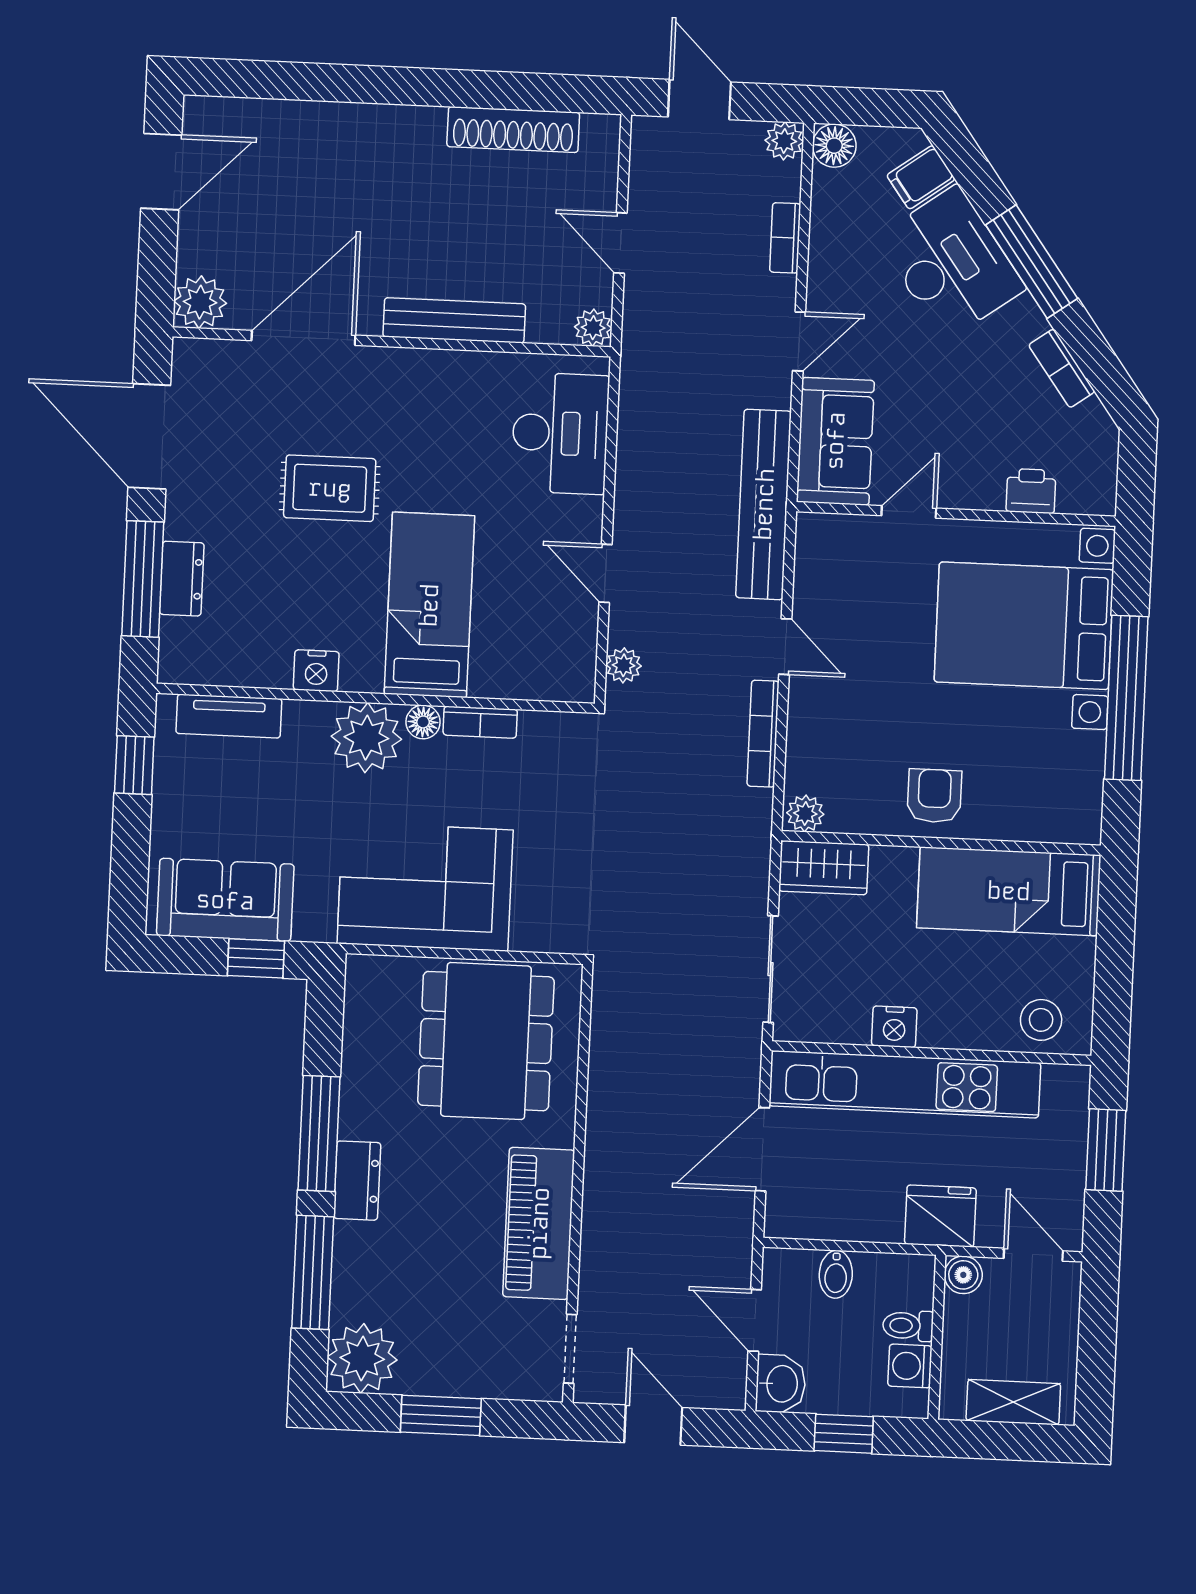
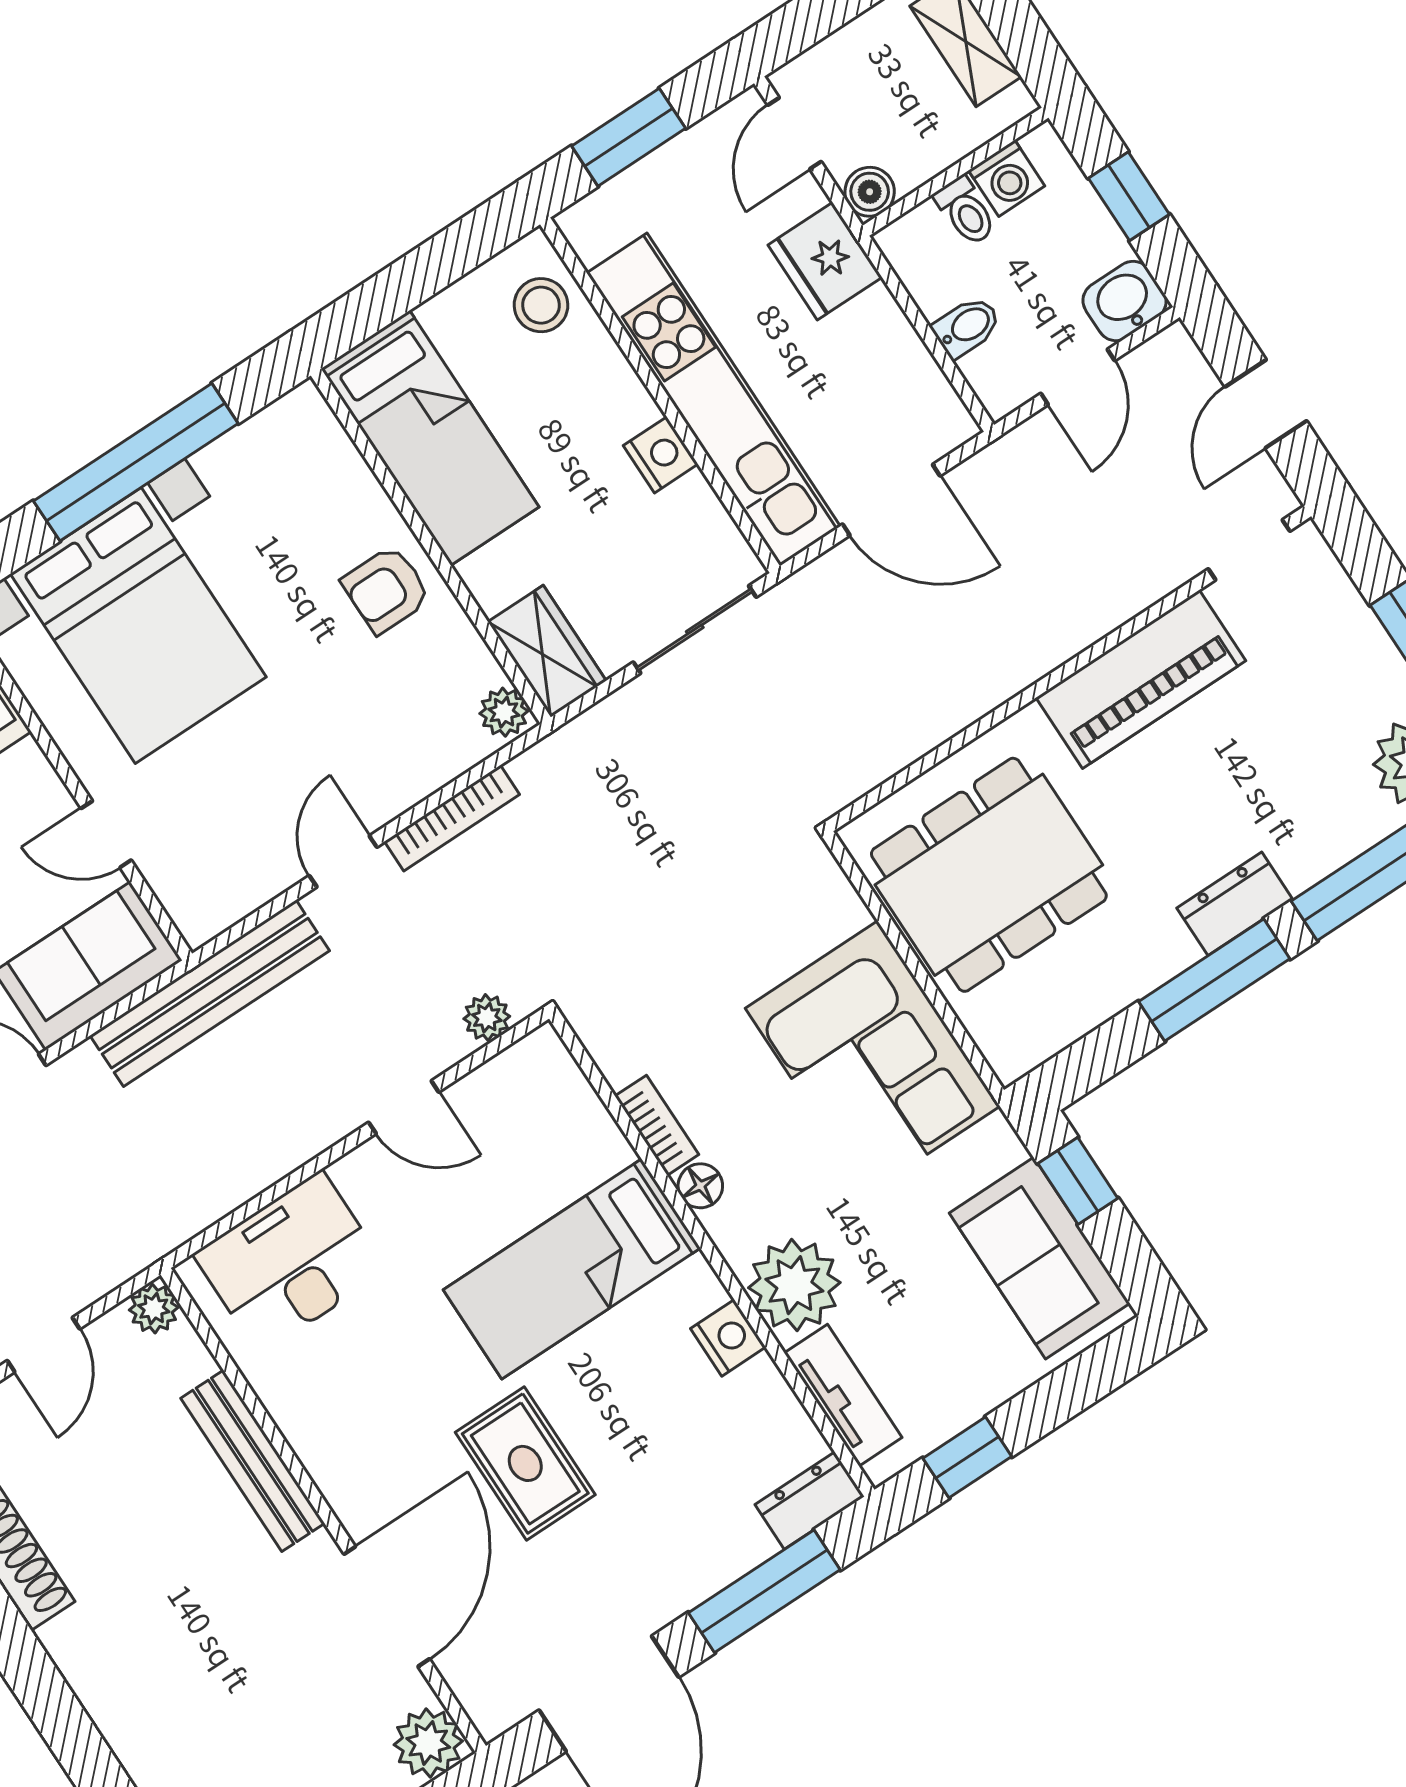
door: (303, 338) -> (387, 1606), swing flipped
door: (605, 573) -> (404, 1107), hinge flipped
dresser: (182, 579) -> (810, 1500), moved
plant: (366, 738) -> (794, 1285), moved

